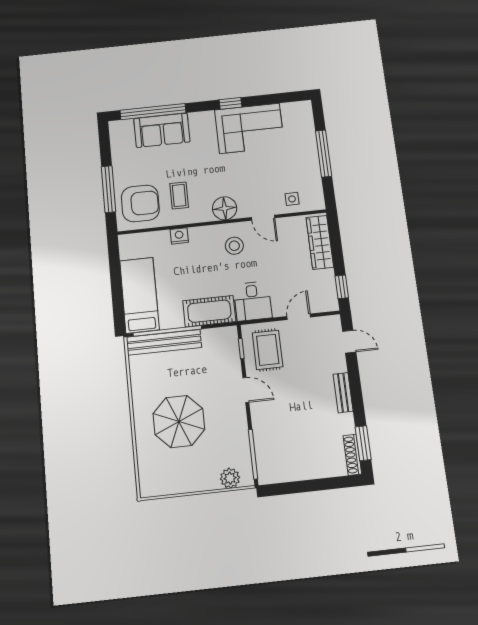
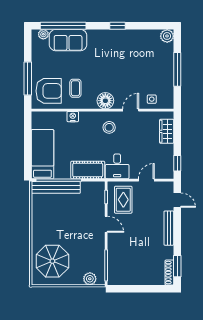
plant: (303, 110) -> (167, 36), added
plant: (126, 126) -> (43, 34), added
corner sofa: (249, 128) -> (129, 45), removed
door: (263, 218) -> (131, 110), swing flipped
wardrobe: (320, 242) -> (167, 131), width x0.67
bench: (343, 393) -> (169, 228), width x1.36
parasol: (179, 422) -> (52, 261), moved

